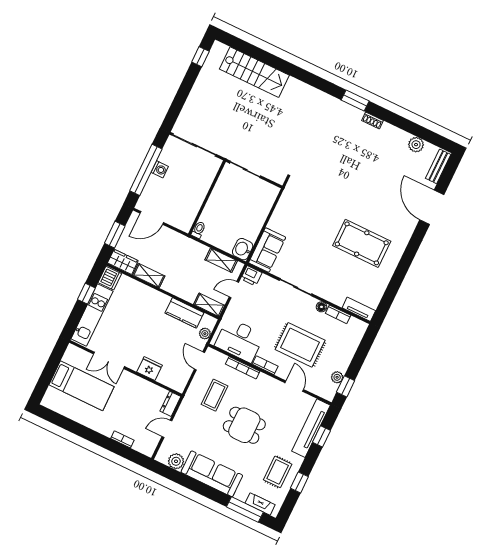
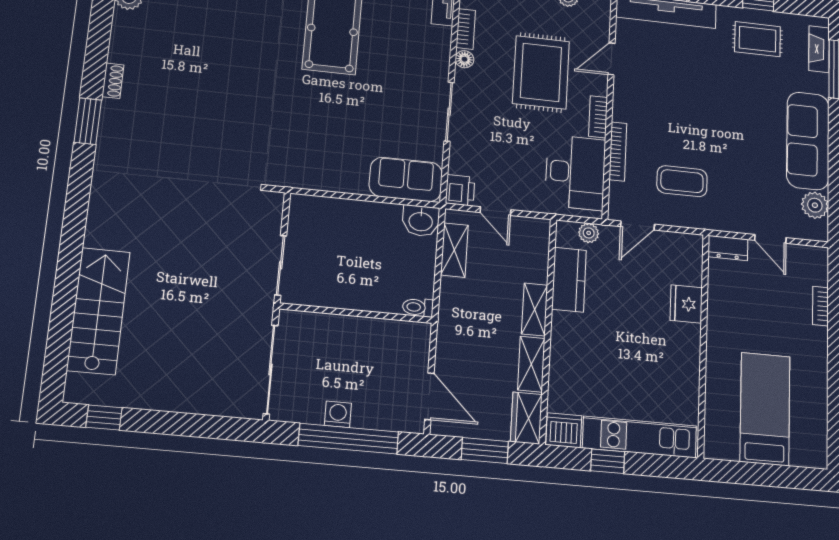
shelving: (209, 305) -> (535, 309), moved
double door: (109, 360) -> (702, 378), removed
dining table: (244, 425) -> (709, 116), removed

